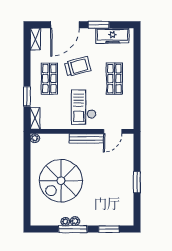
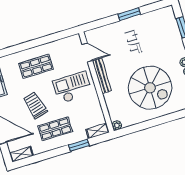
checkout: (84, 107) -> (73, 88), turned 180

